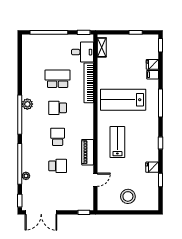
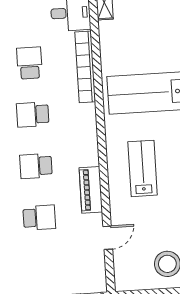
school desk: (58, 79) -> (29, 63), width x0.54
school desk: (58, 137) -> (36, 166), turned -90

